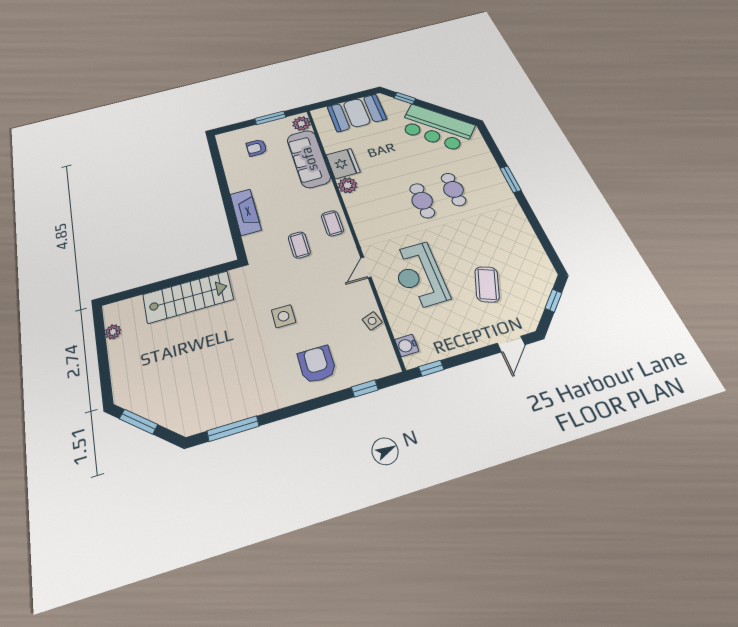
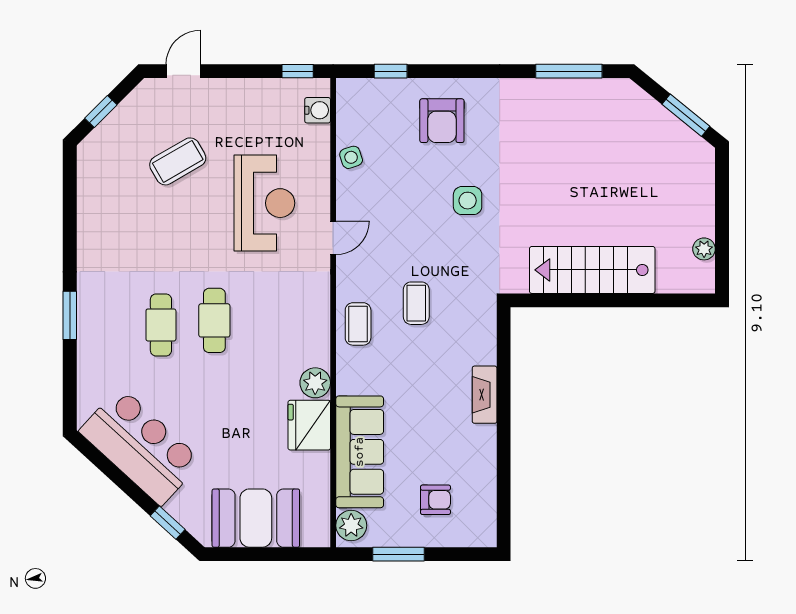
fireplace: (246, 212) -> (485, 395), width x0.73, depth x0.76
coffee table: (487, 284) -> (178, 161), turned 40

